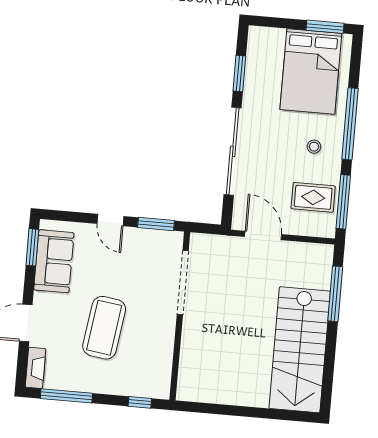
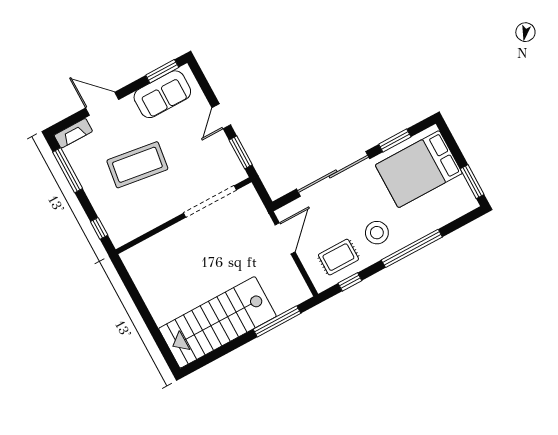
bed: (311, 71) -> (419, 169), moved
stool: (314, 147) -> (377, 233), width x1.89, depth x1.89
rug: (313, 197) -> (338, 257), turned 90
window: (343, 202) -> (350, 282), width x0.46

